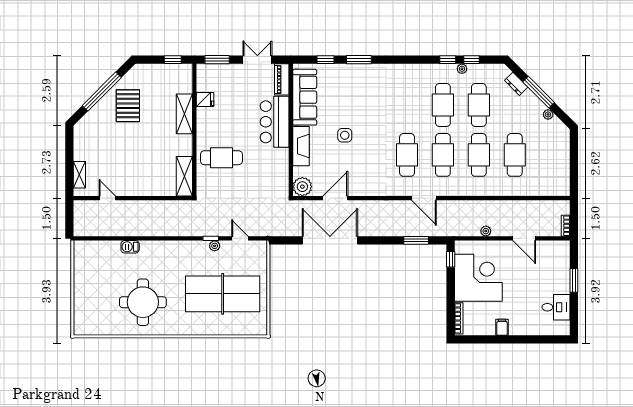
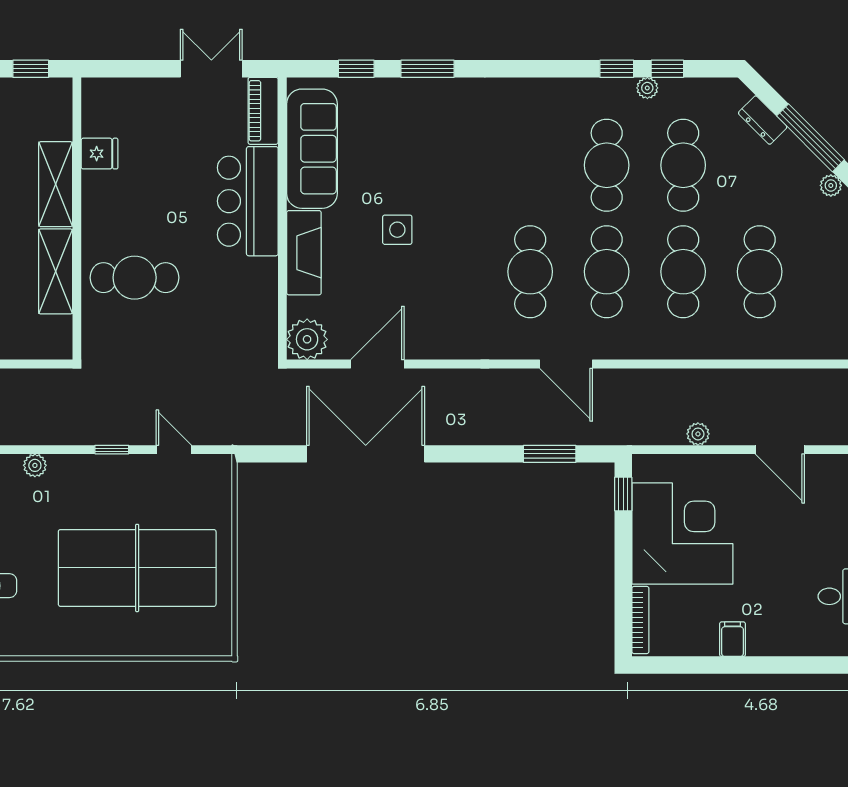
window: (217, 60) -> (125, 69), removed
shelving: (184, 176) -> (56, 271), moved
plant: (215, 246) -> (35, 465), moved

